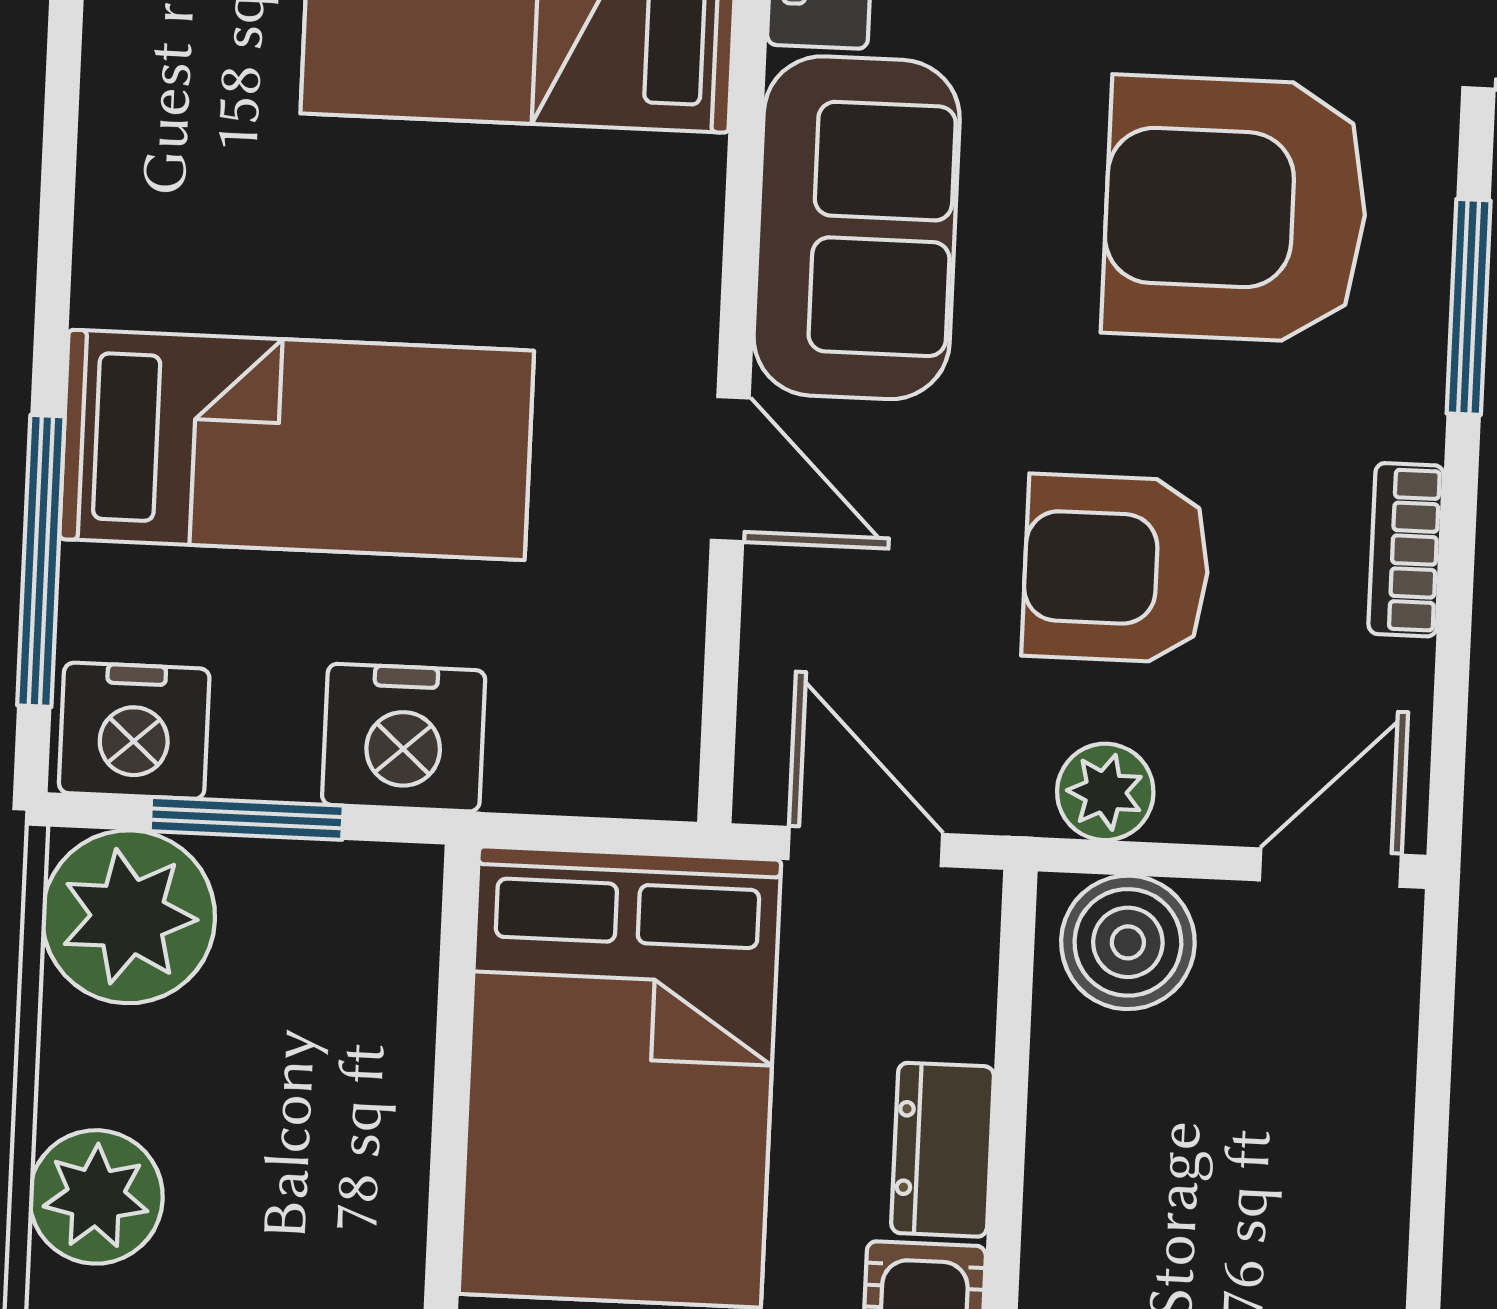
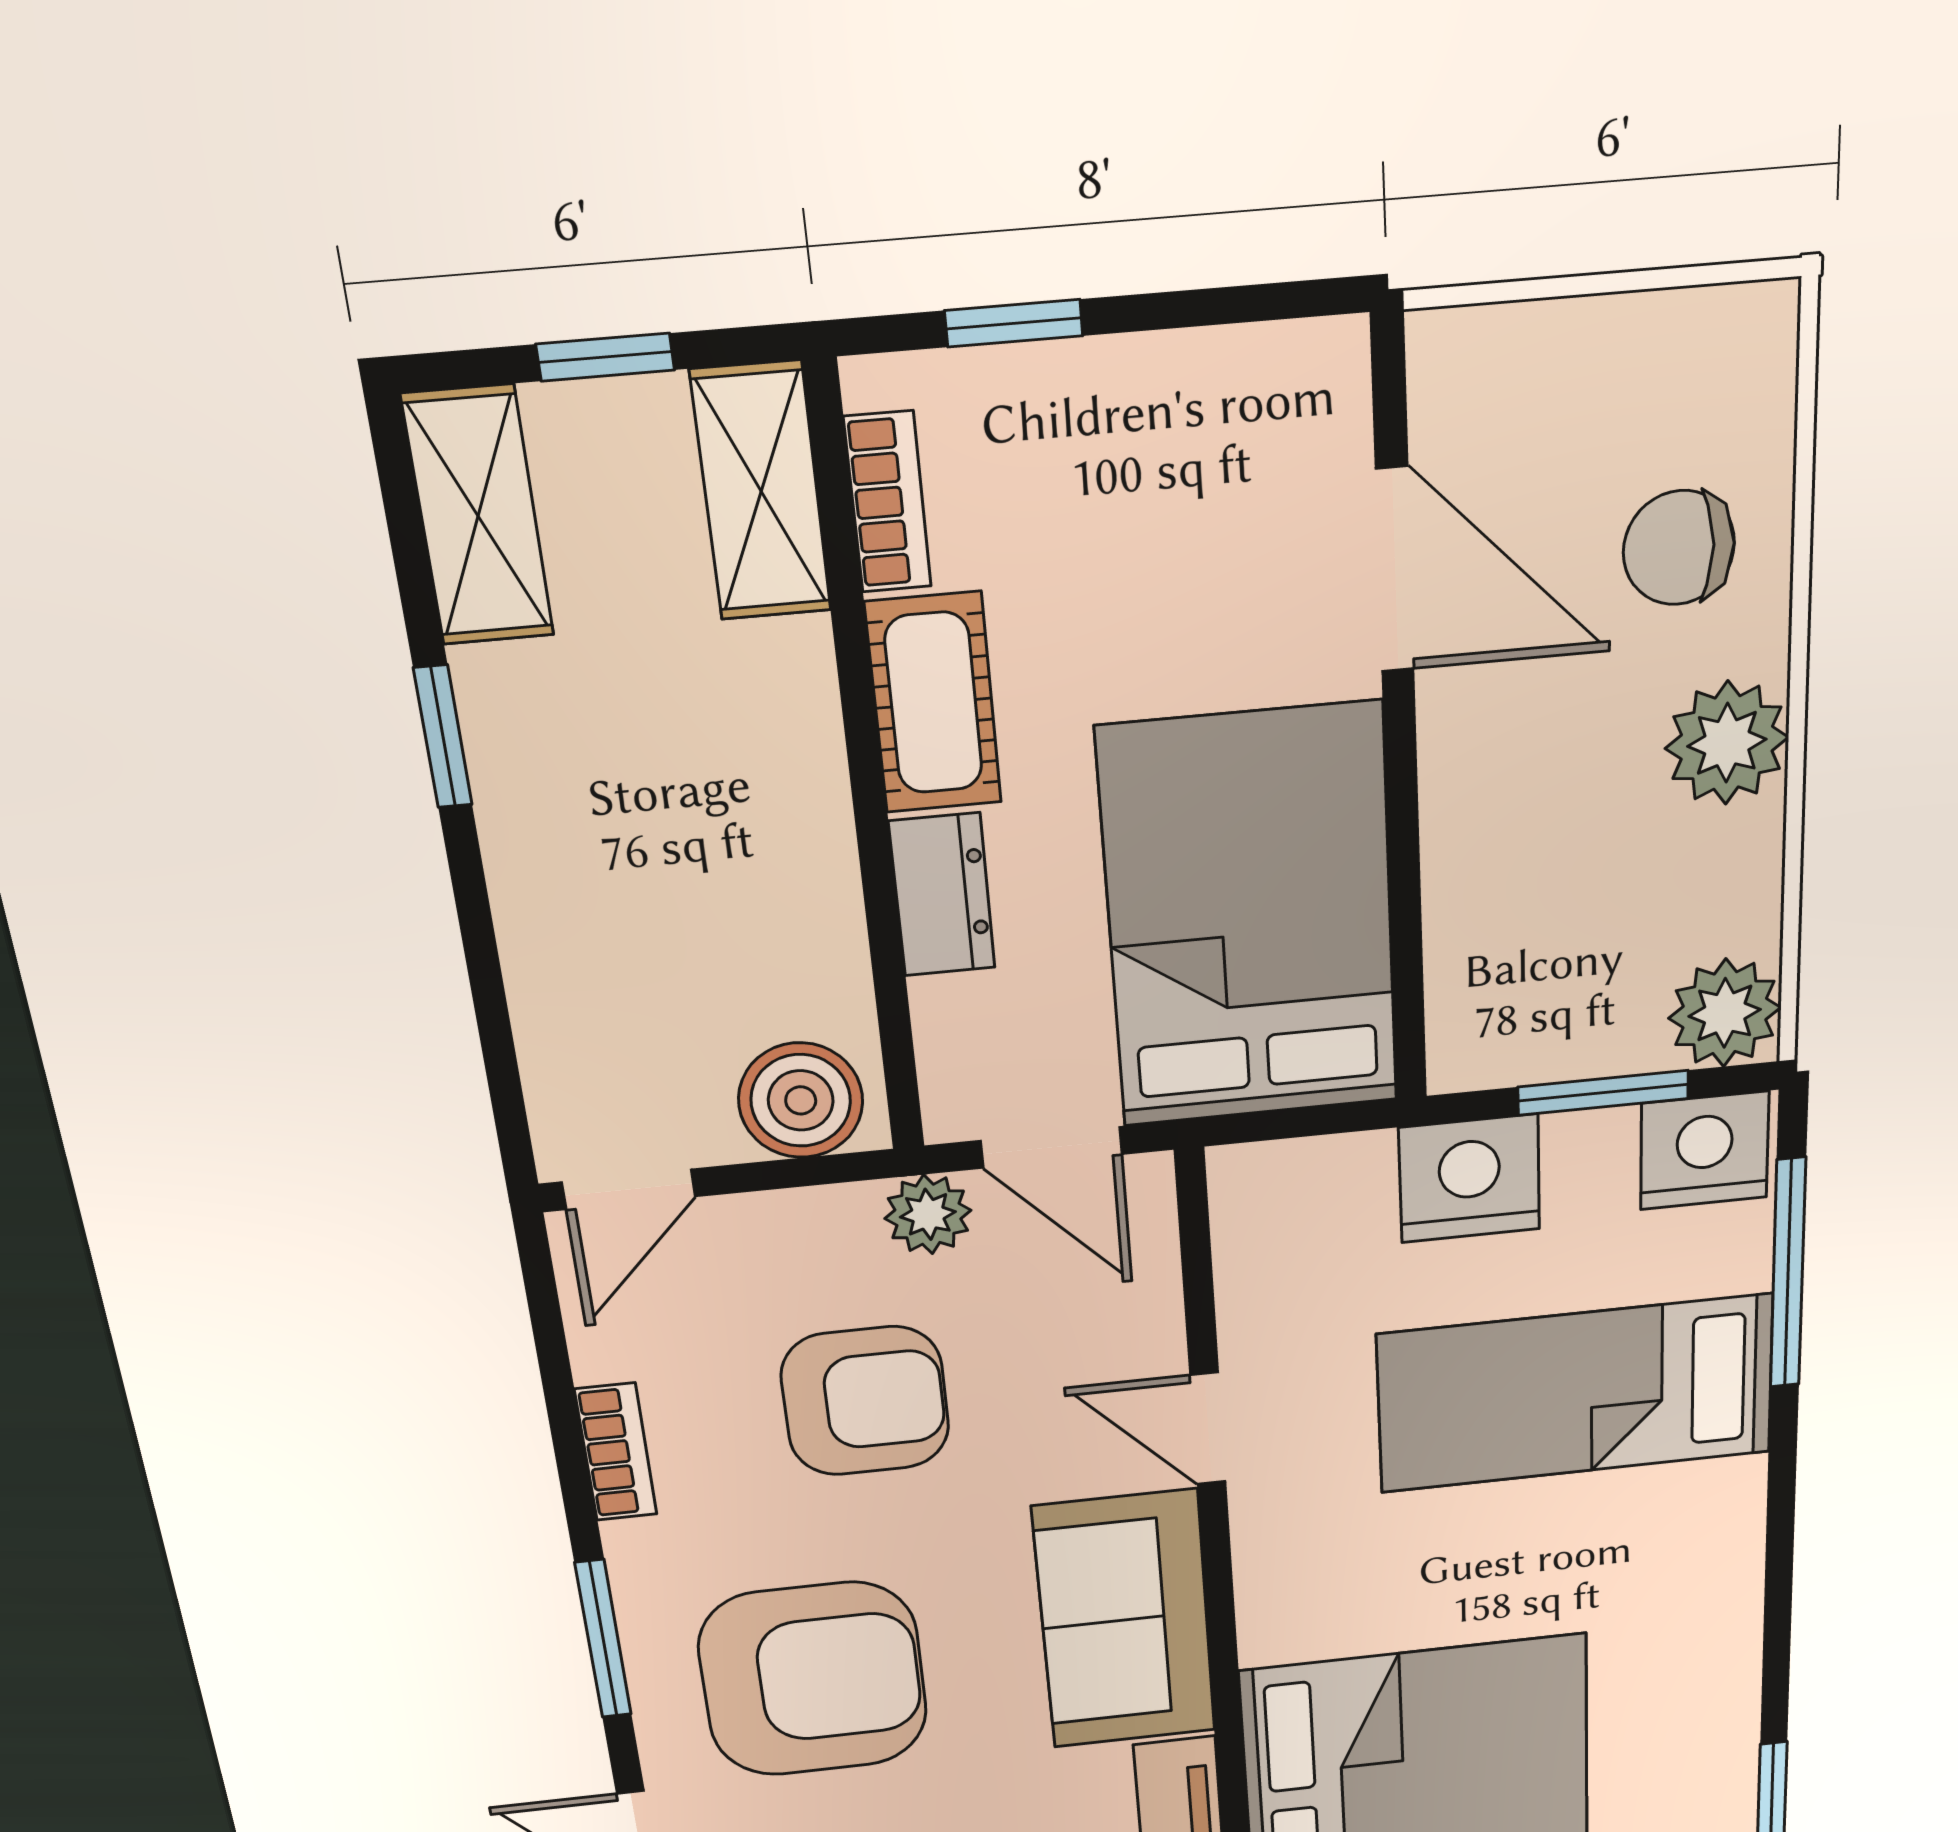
plant: (1105, 792) -> (928, 1214), moved
plant: (129, 917) -> (1725, 1013), width x0.73, depth x0.73

